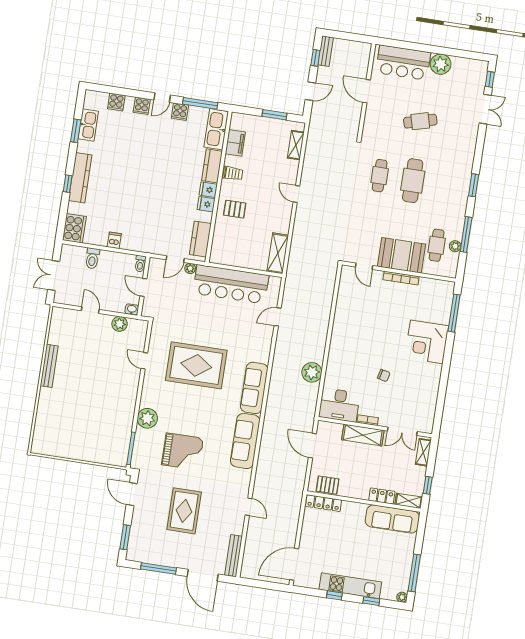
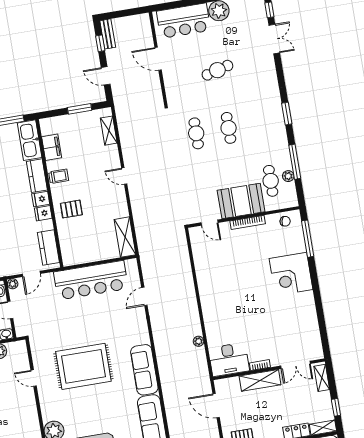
door: (310, 91) -> (106, 76), swing flipped
cafe table: (413, 181) -> (229, 128), width x0.73, depth x0.74
plant: (190, 268) -> (13, 284), moved
plant: (312, 372) -> (199, 341), width x0.53, depth x0.53
chair: (384, 375) -> (285, 221), moved

